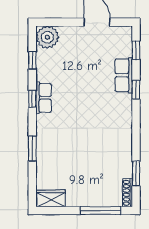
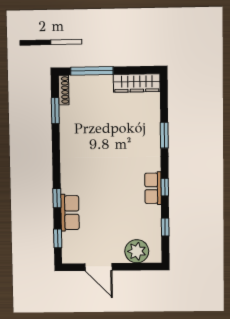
plant: (47, 37) -> (137, 251), moved
wardrobe: (51, 198) -> (137, 83), width x1.50

